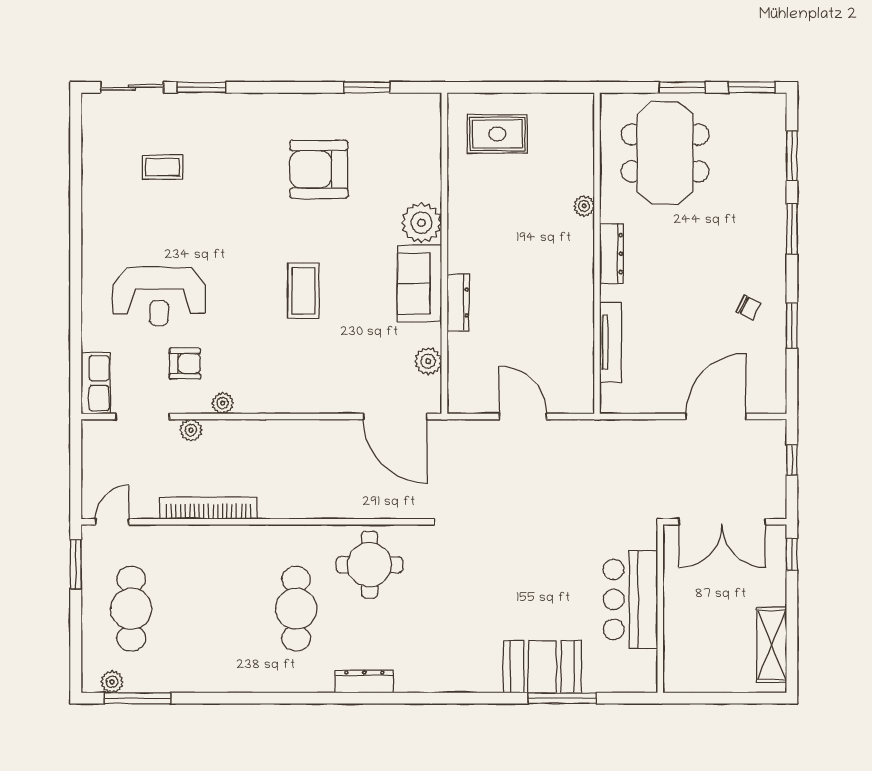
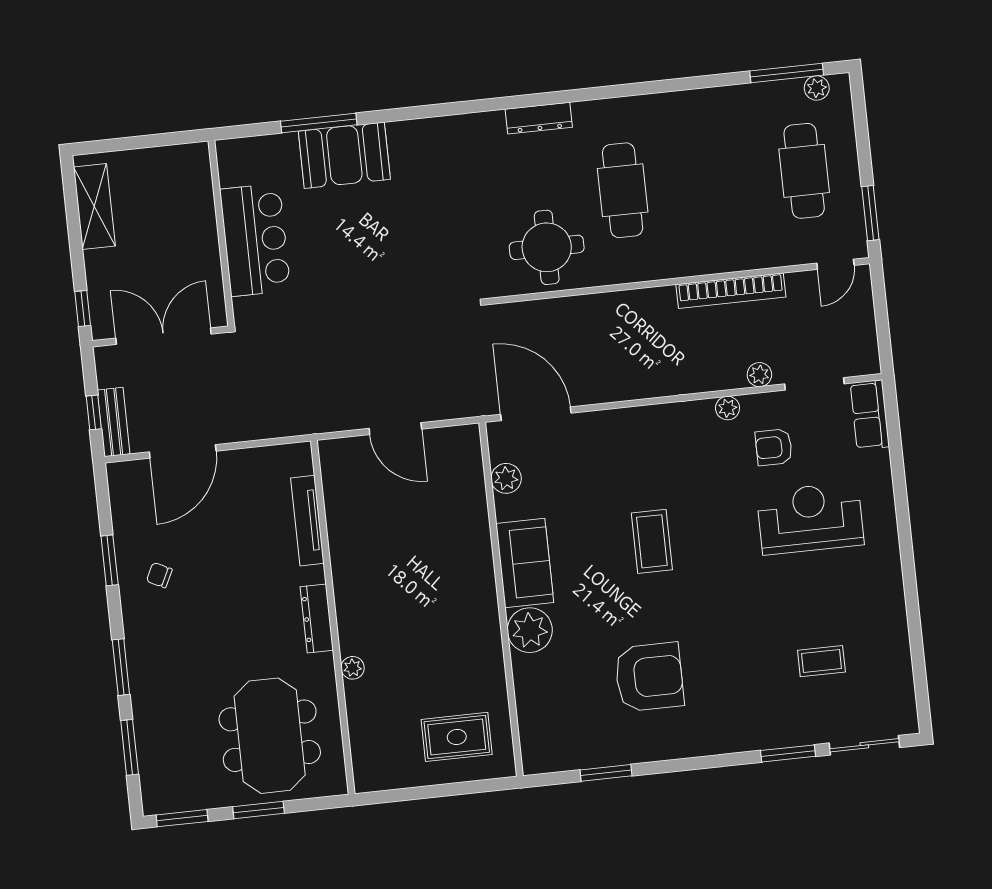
dresser: (458, 303) -> (480, 546), removed
bench: (775, 449) -> (114, 422), added

